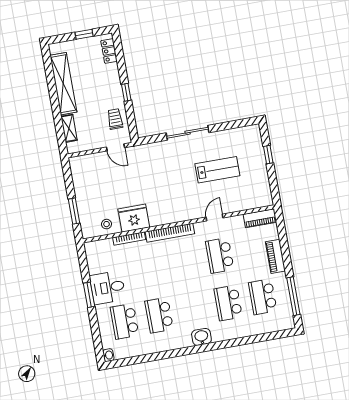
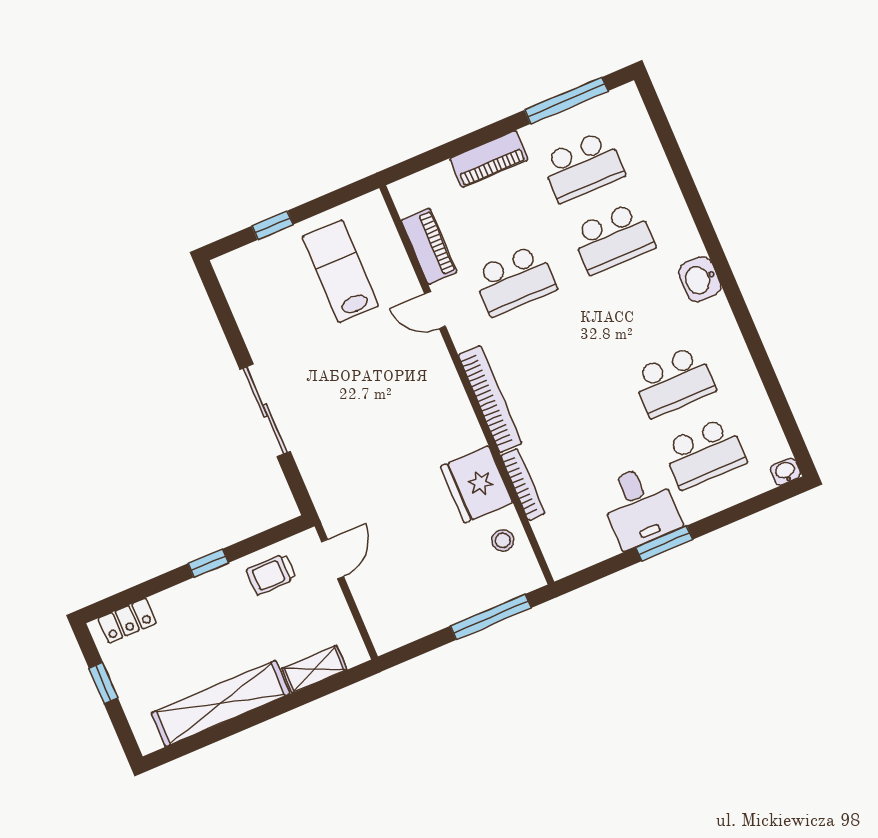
lab bench: (217, 170) -> (340, 271), moved
window: (74, 211) -> (491, 617), width x1.44
piano: (260, 218) -> (429, 246), moved

